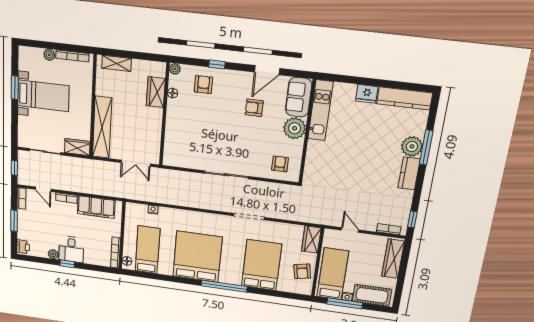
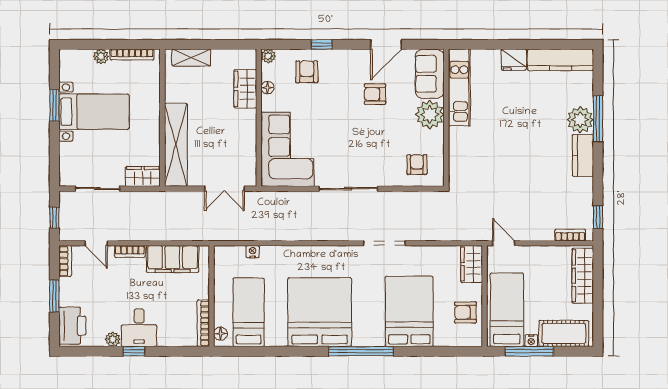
corner sofa: (184, 141) -> (287, 149), added
door: (350, 230) -> (504, 243), moved
printer: (23, 247) -> (72, 326), width x1.87, depth x1.48
armchair: (302, 271) -> (465, 312), turned 101

